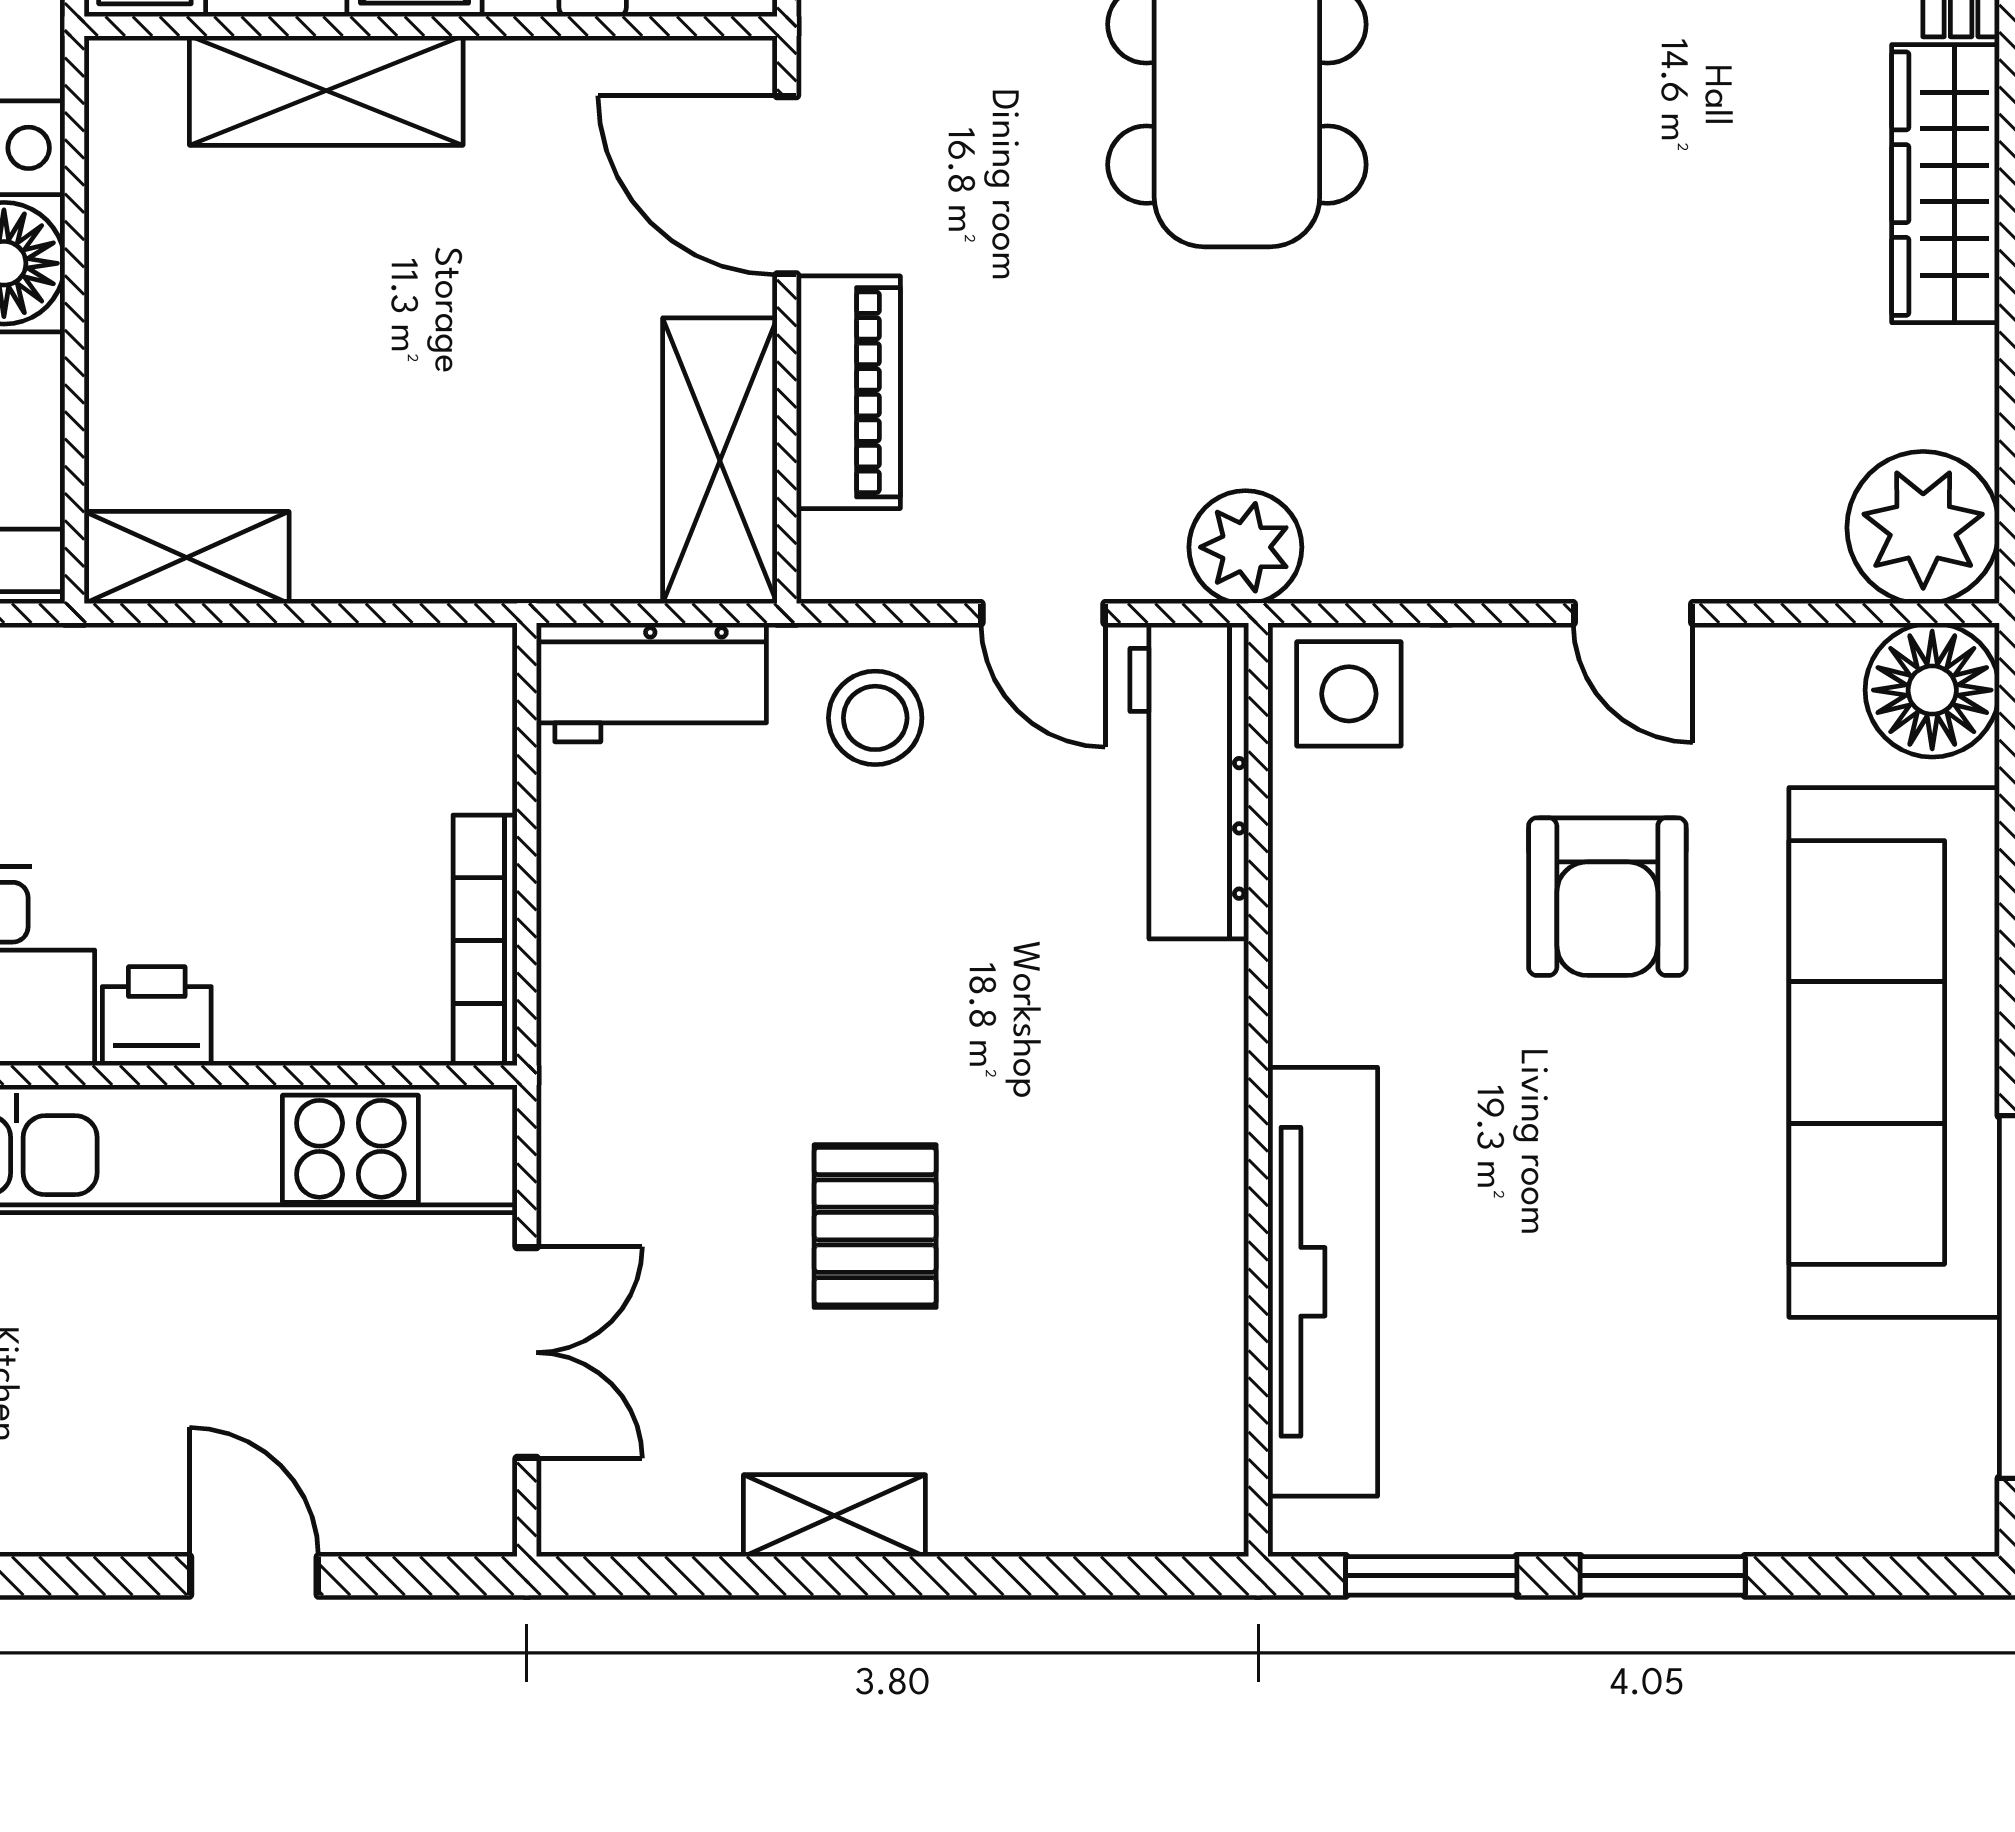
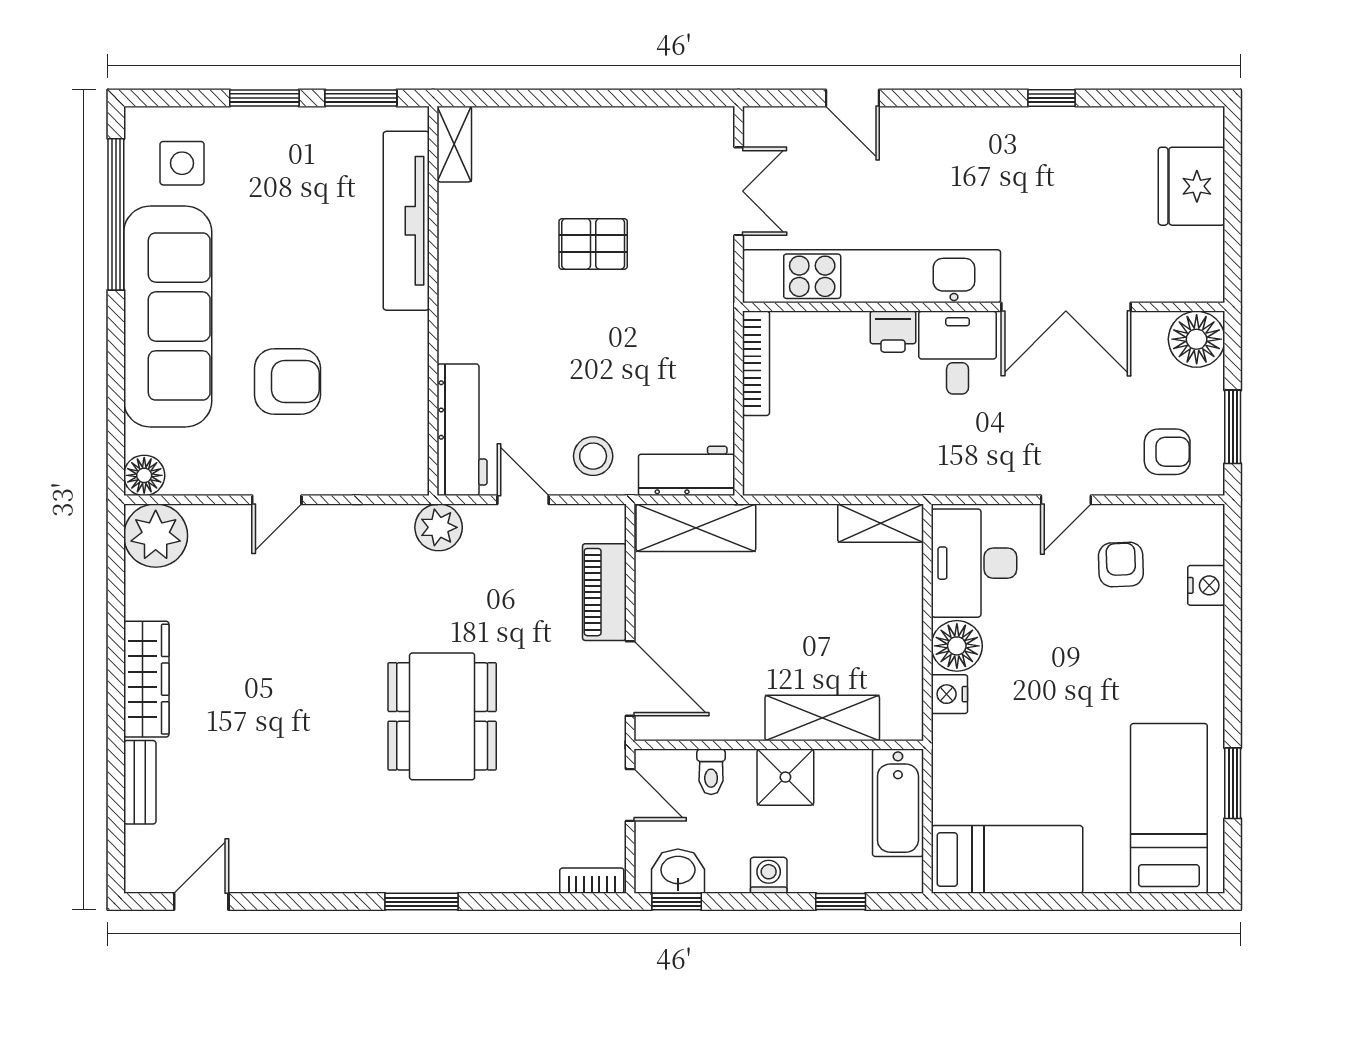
shelving: (720, 461) -> (696, 528), moved, turned 90
door: (1633, 613) -> (277, 500), swing flipped
floor lamp: (1932, 690) -> (144, 475), width x0.73, depth x0.73
side table: (1349, 694) -> (182, 163), moved
armchair: (1607, 897) -> (287, 382), turned 90
pallet: (875, 1226) -> (593, 244), turned 90
double door: (527, 1353) -> (739, 191), swing flipped
shelving: (834, 1516) -> (454, 144), moved, turned 90

